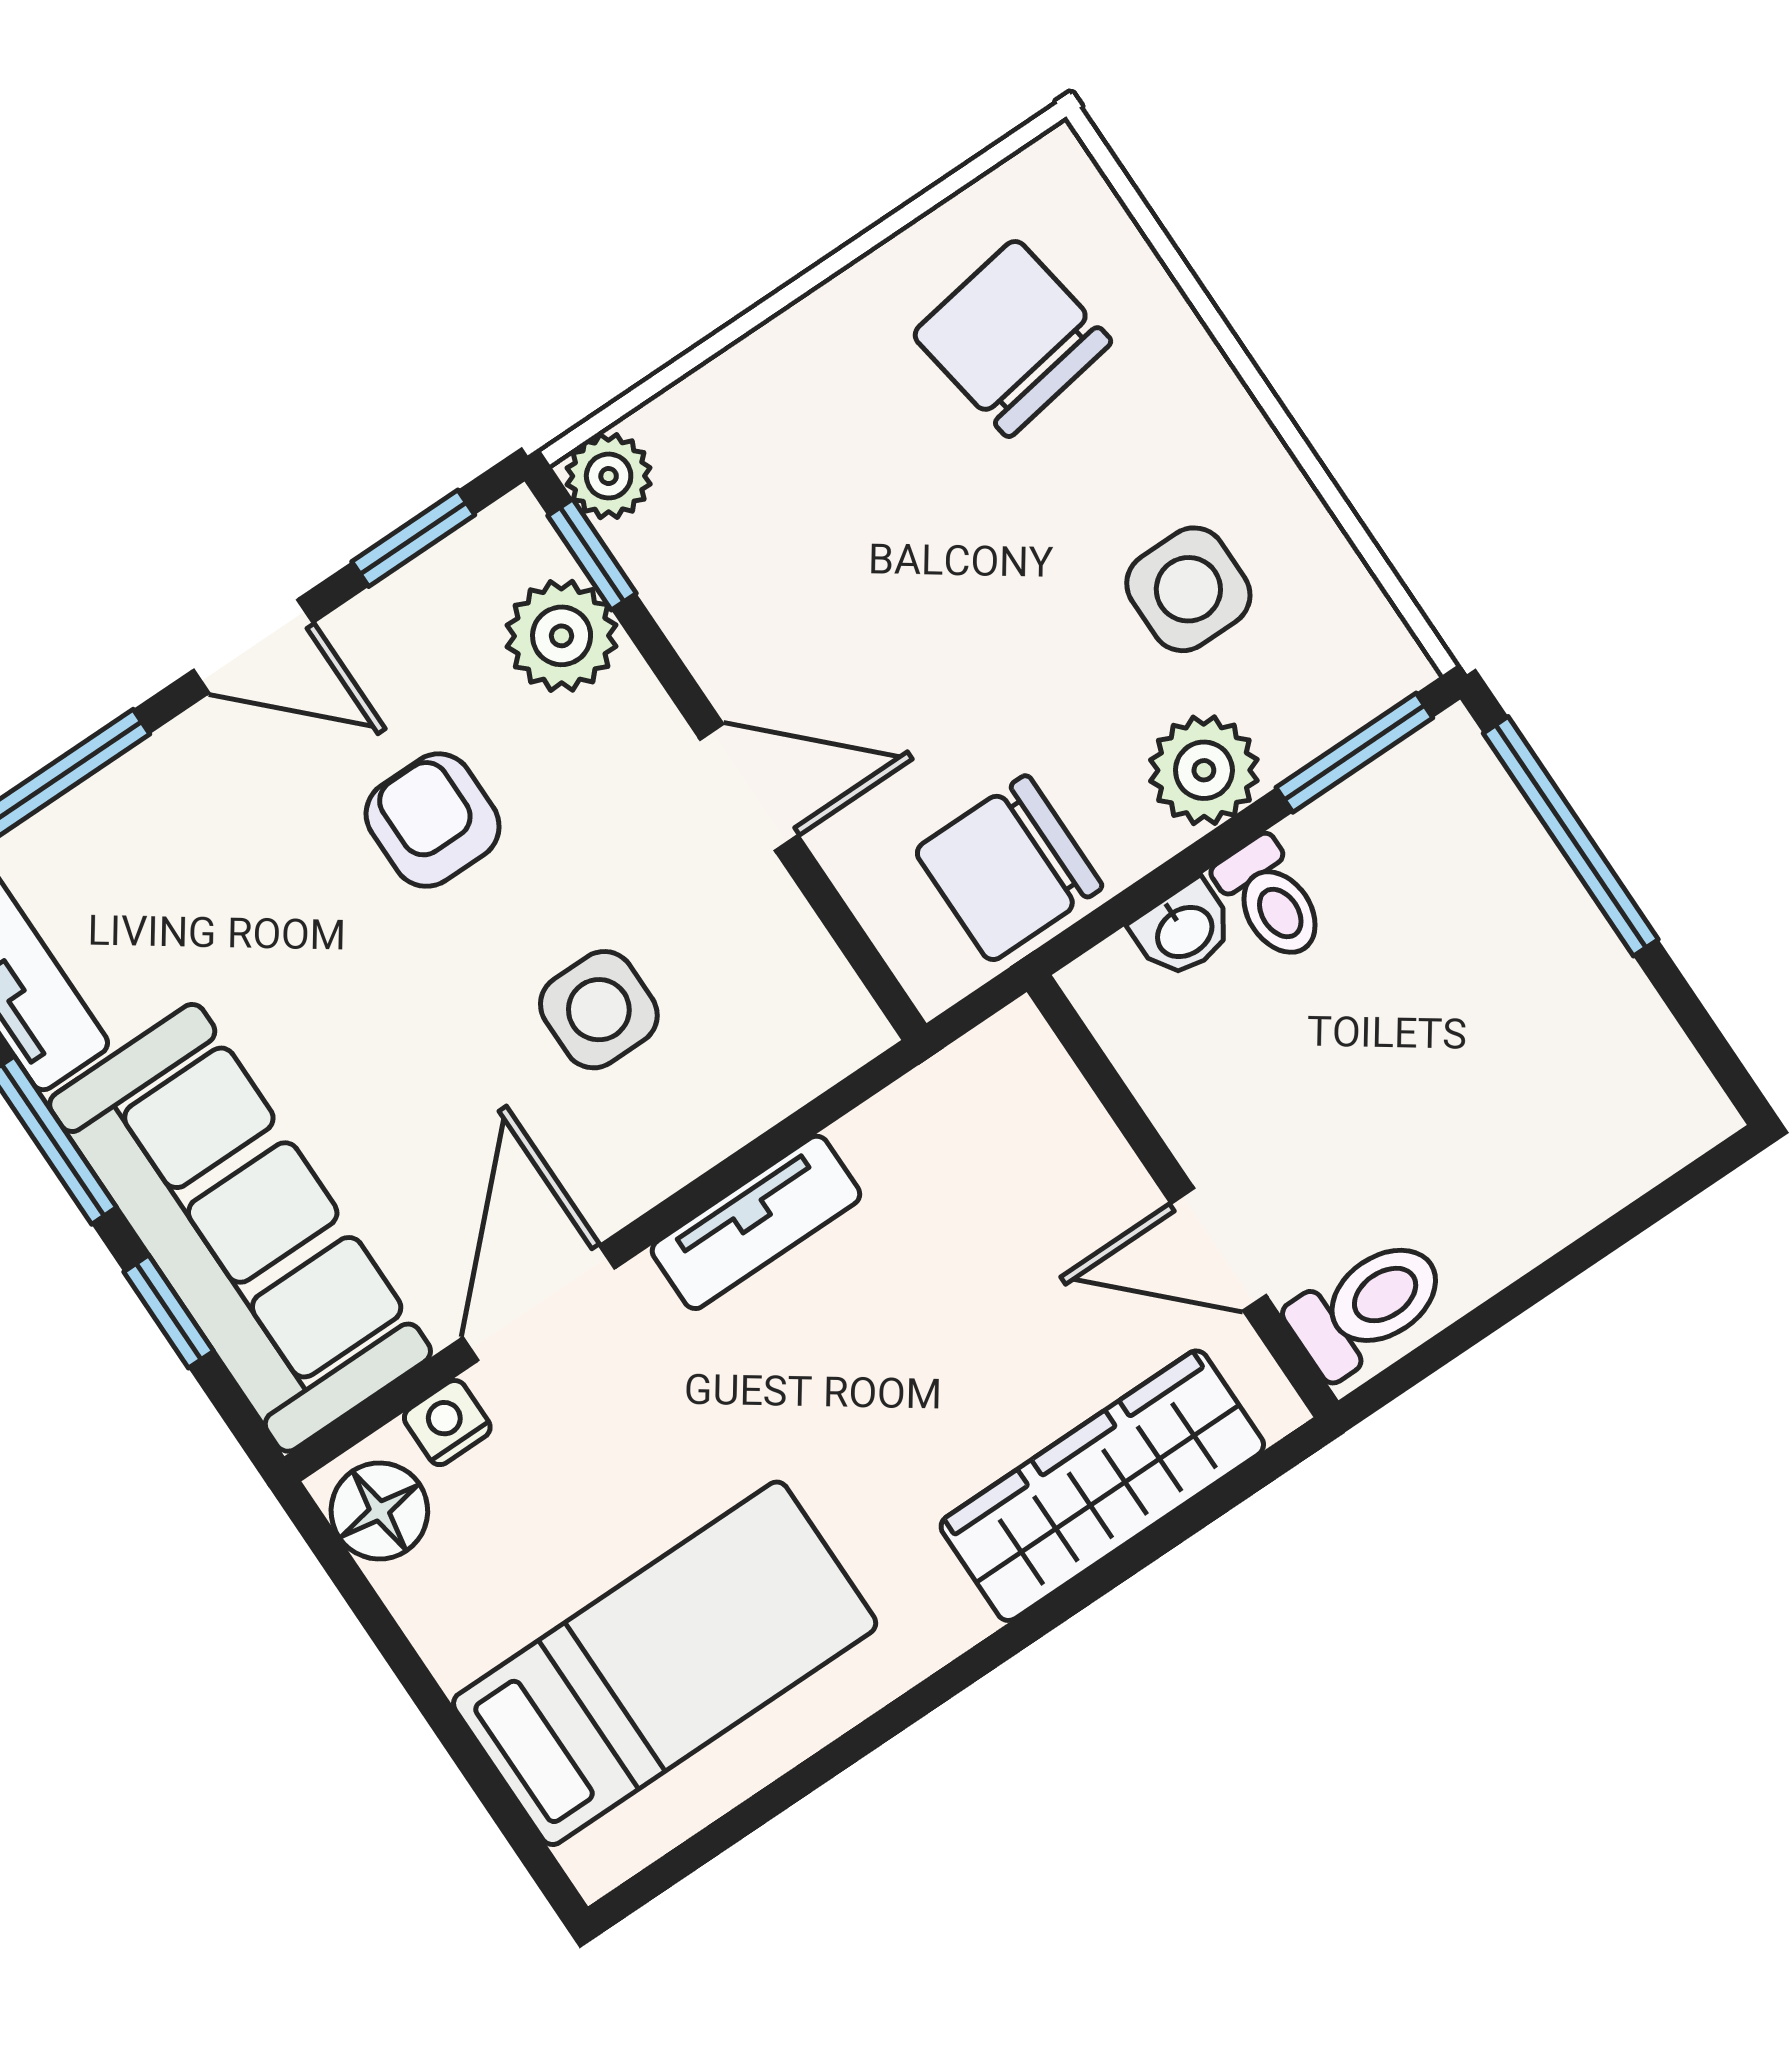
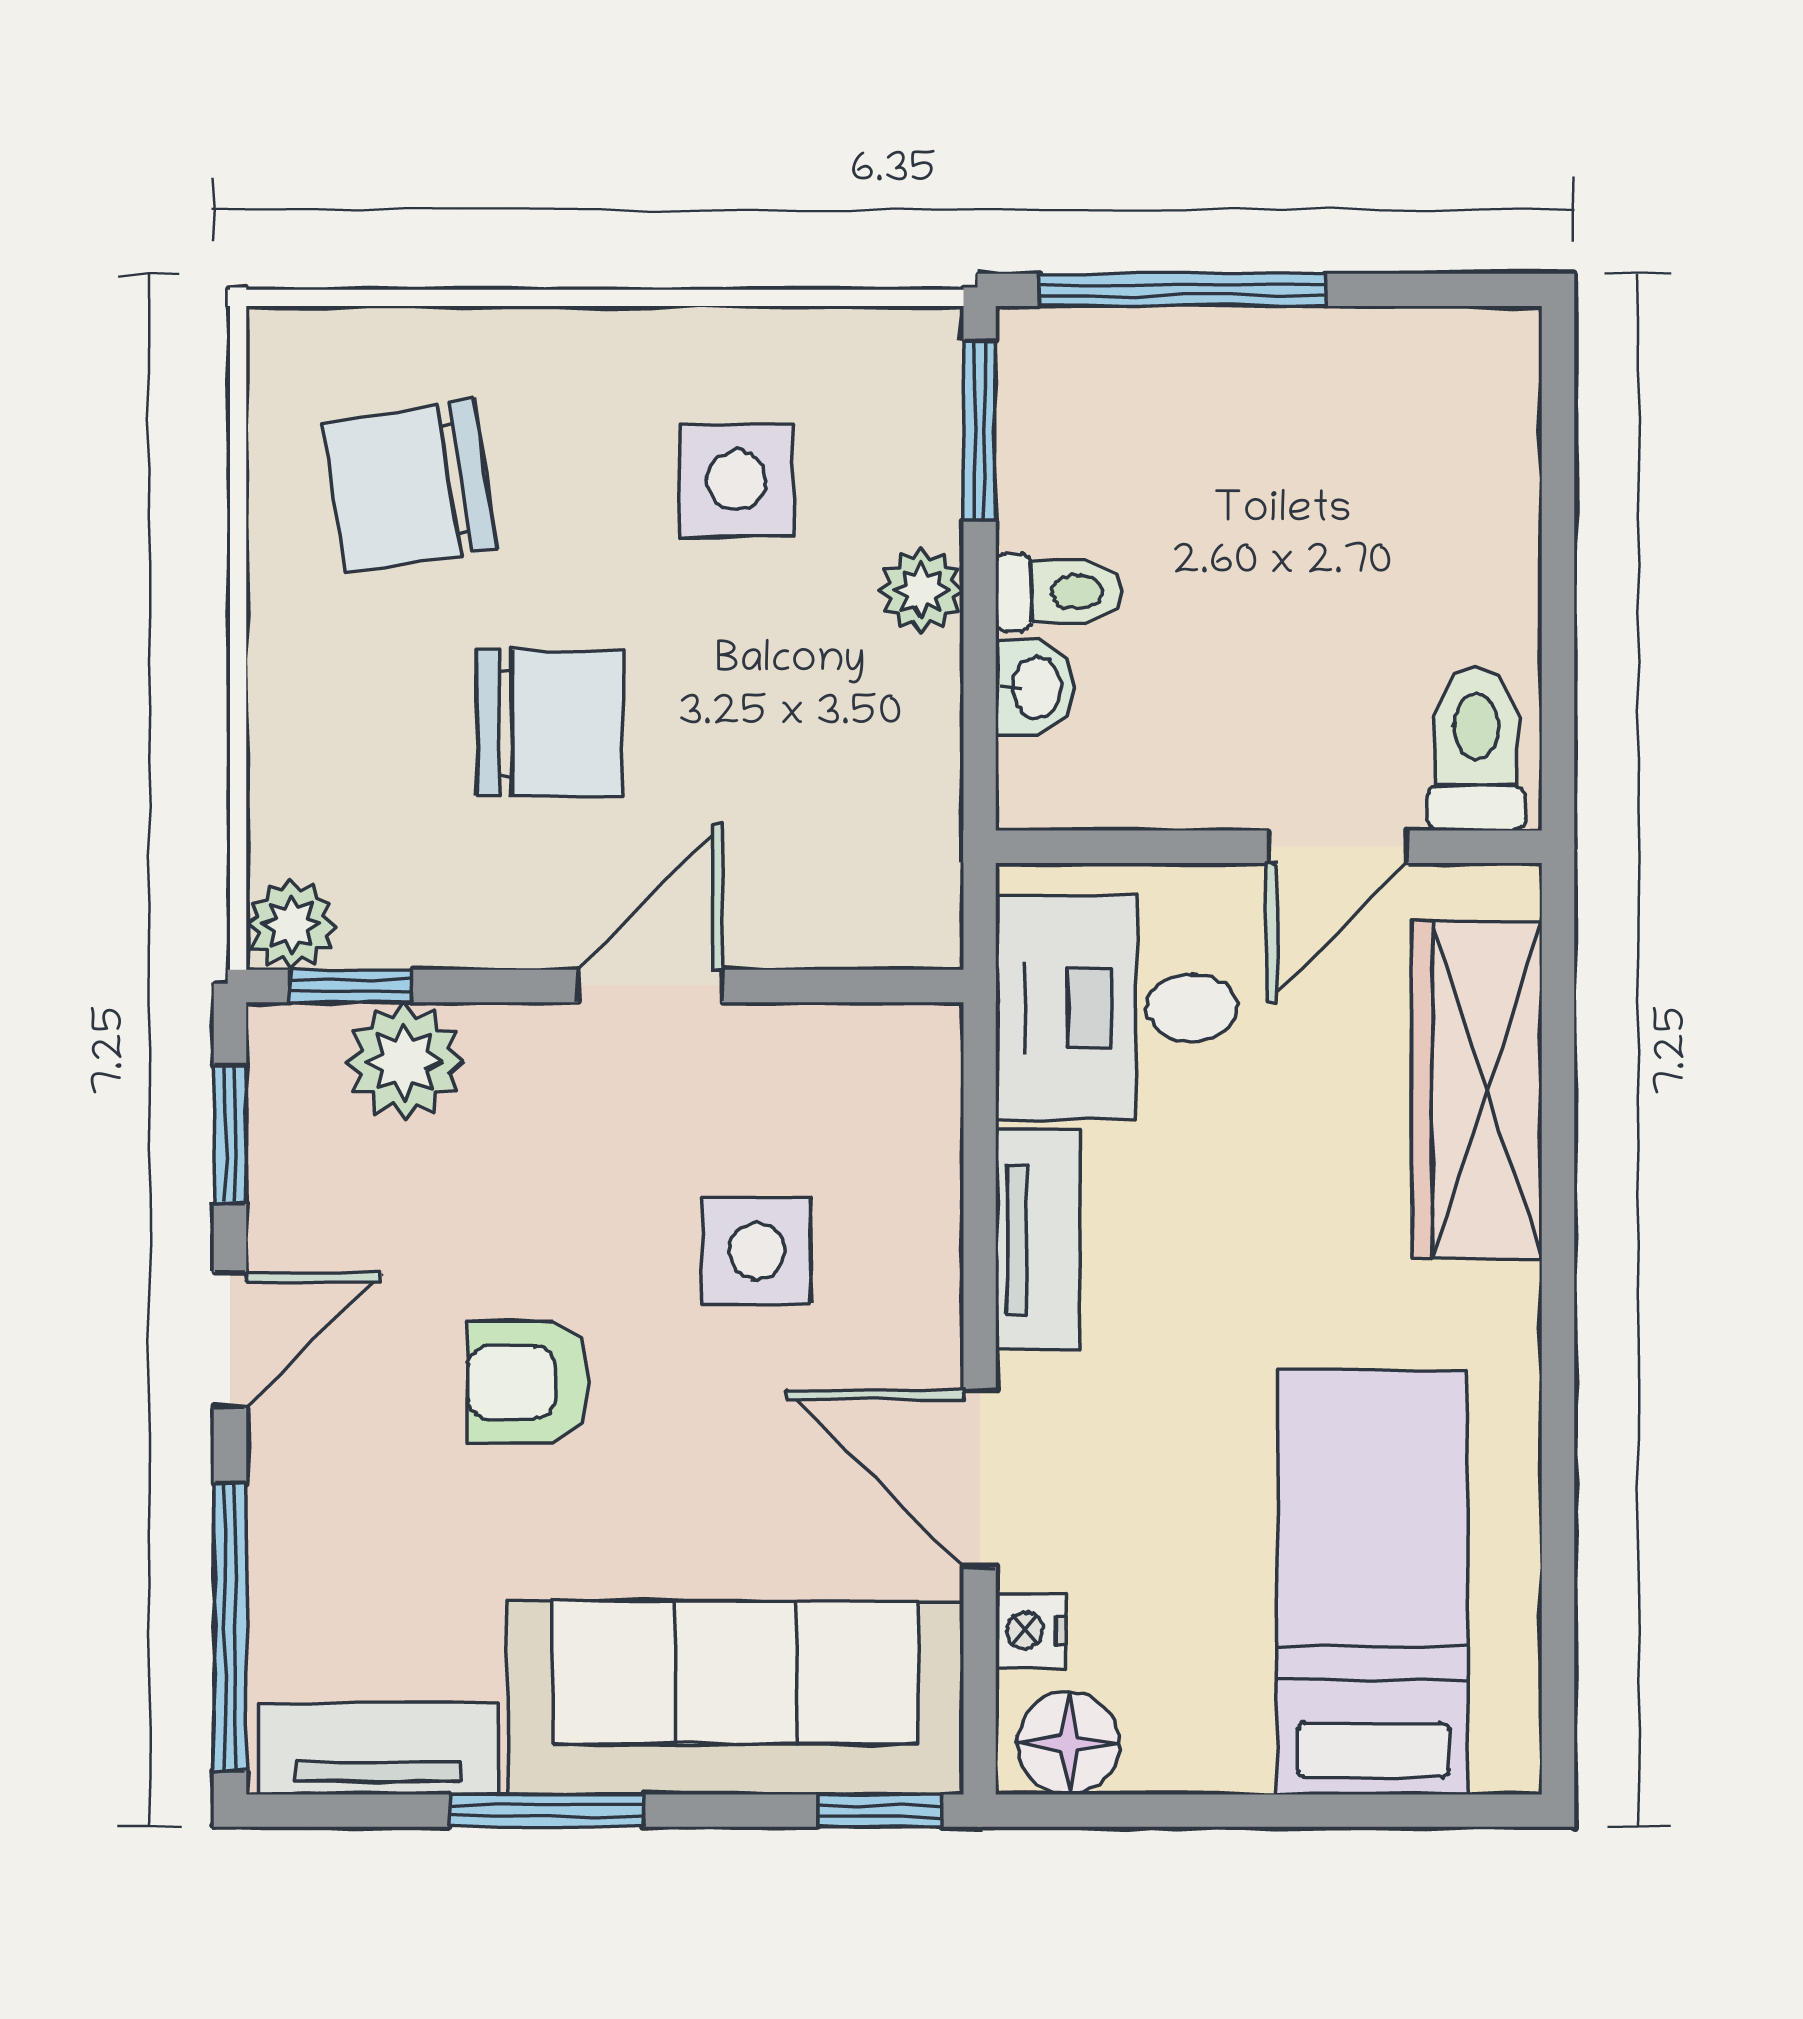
plant: (1204, 770) -> (921, 590), width x0.73, depth x0.73
armchair: (433, 820) -> (529, 1382), moved
chair: (1009, 869) -> (550, 724), moved, turned -90
desk: (977, 1162) -> (1117, 1008), added
window: (169, 1312) -> (880, 1811), moved

